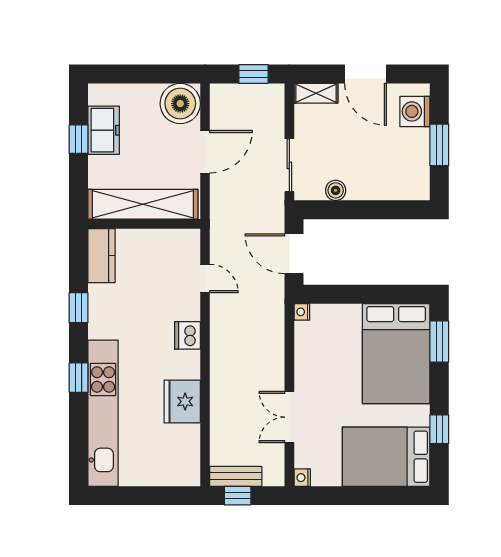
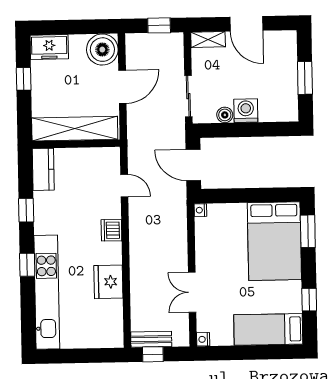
washing machine: (415, 111) -> (246, 111), moved, turned 90
freezer: (104, 130) -> (49, 47), moved, turned 90
bed: (386, 457) -> (268, 329), width x0.67

